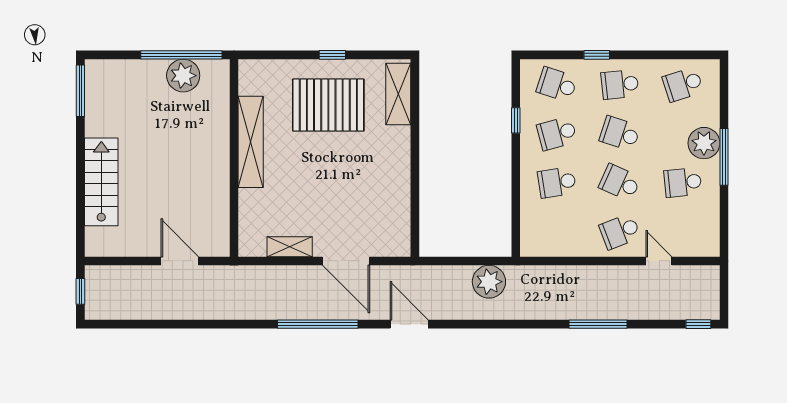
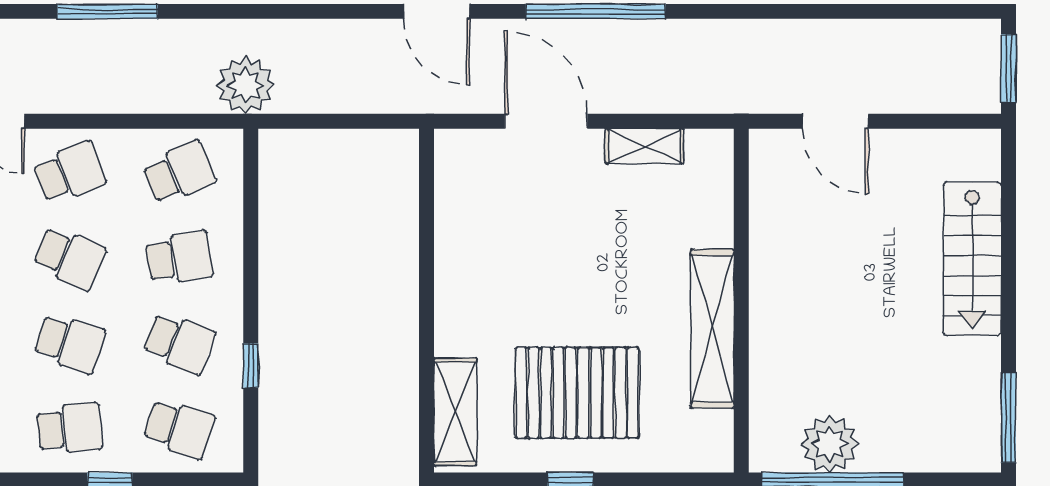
school desk: (557, 133) -> (179, 343), turned 36
school desk: (557, 231) -> (179, 173), added
plant: (489, 282) -> (245, 85), moved
window: (80, 291) -> (1008, 68), width x1.50

